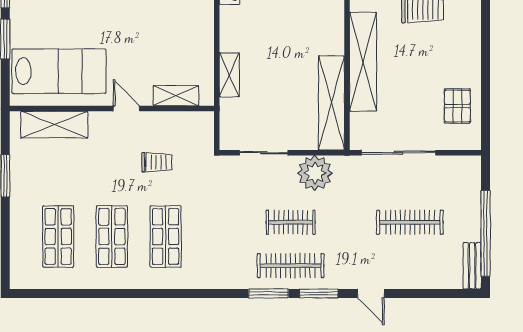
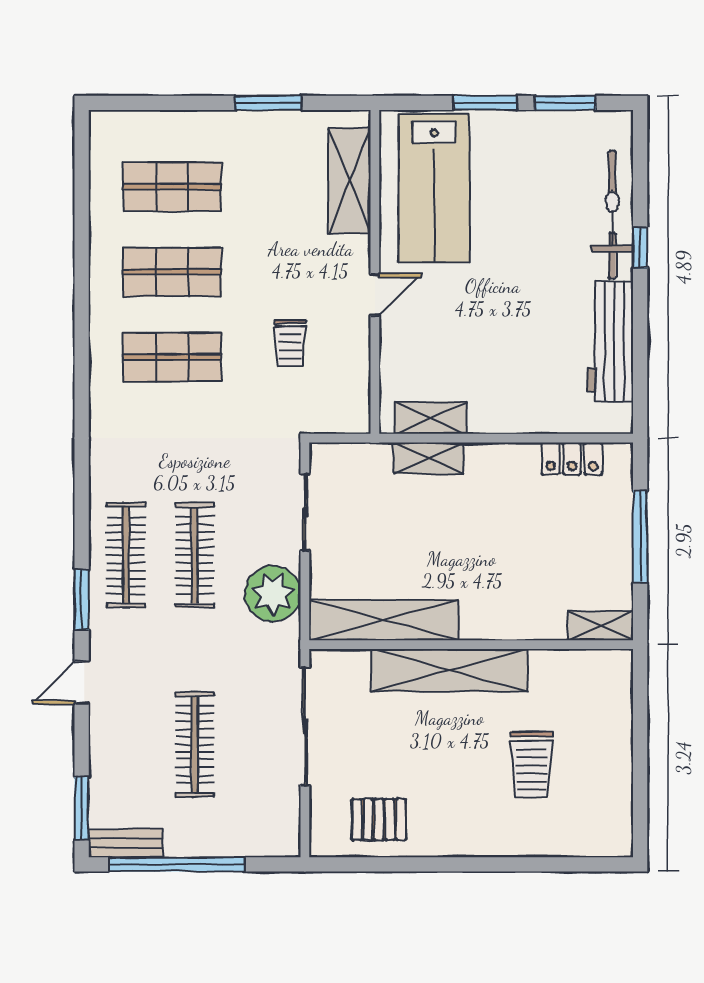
shelving: (176, 96) -> (431, 418), moved, turned 90
clothes rail: (291, 222) -> (195, 555), width x1.36
window: (268, 294) -> (82, 808), moved

